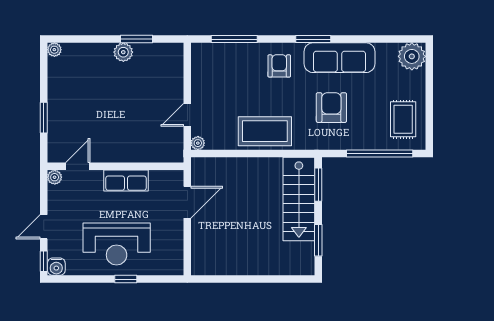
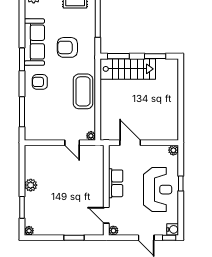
window: (136, 39) -> (22, 207), moved
plant: (176, 268) -> (173, 150), added

